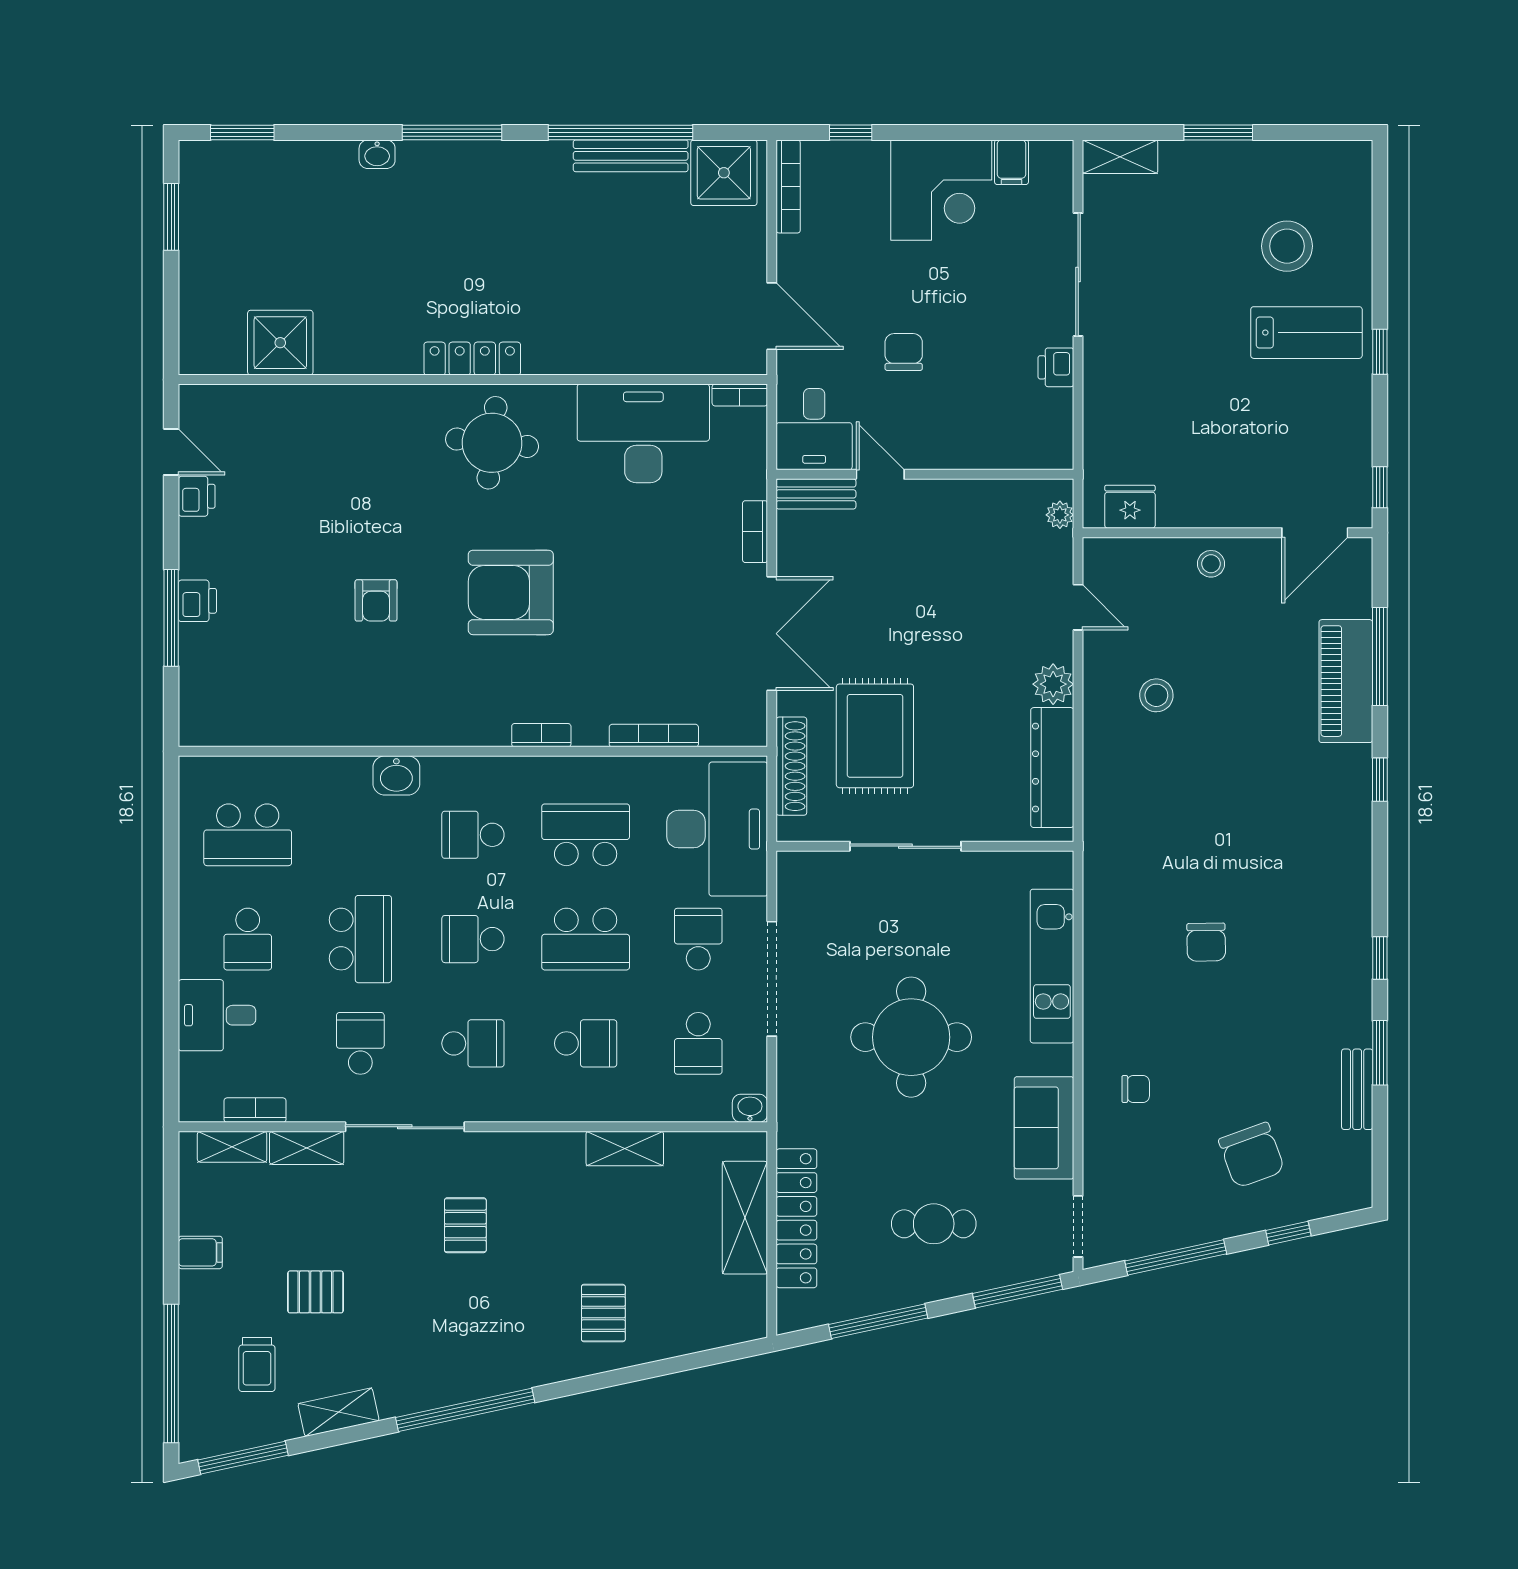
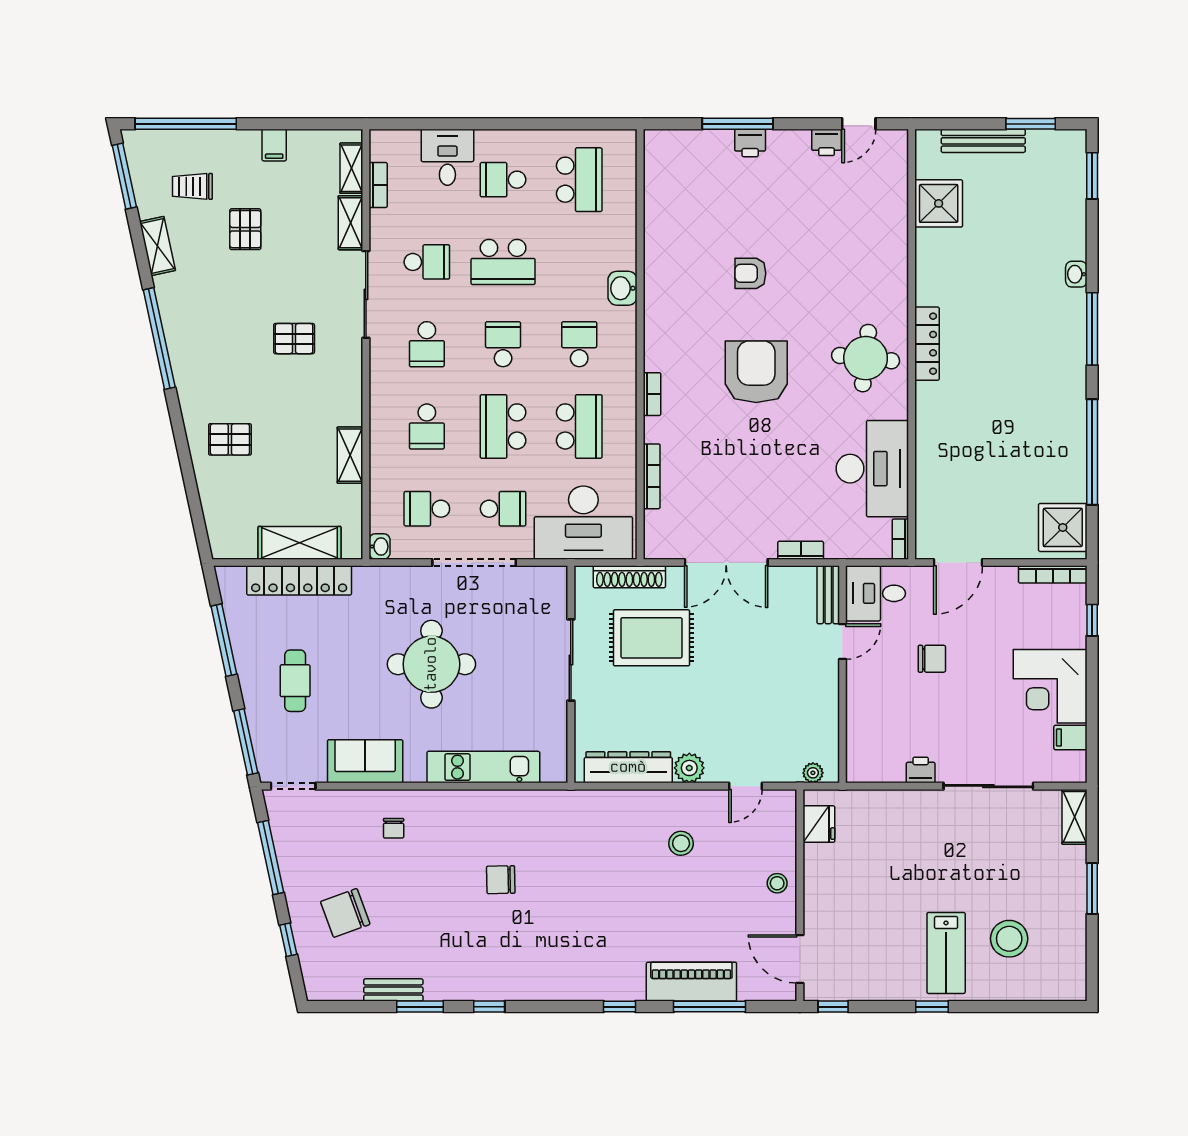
bench: (631, 156) -> (983, 141), moved, turned 90
school desk: (248, 835) -> (579, 180), turned 180

